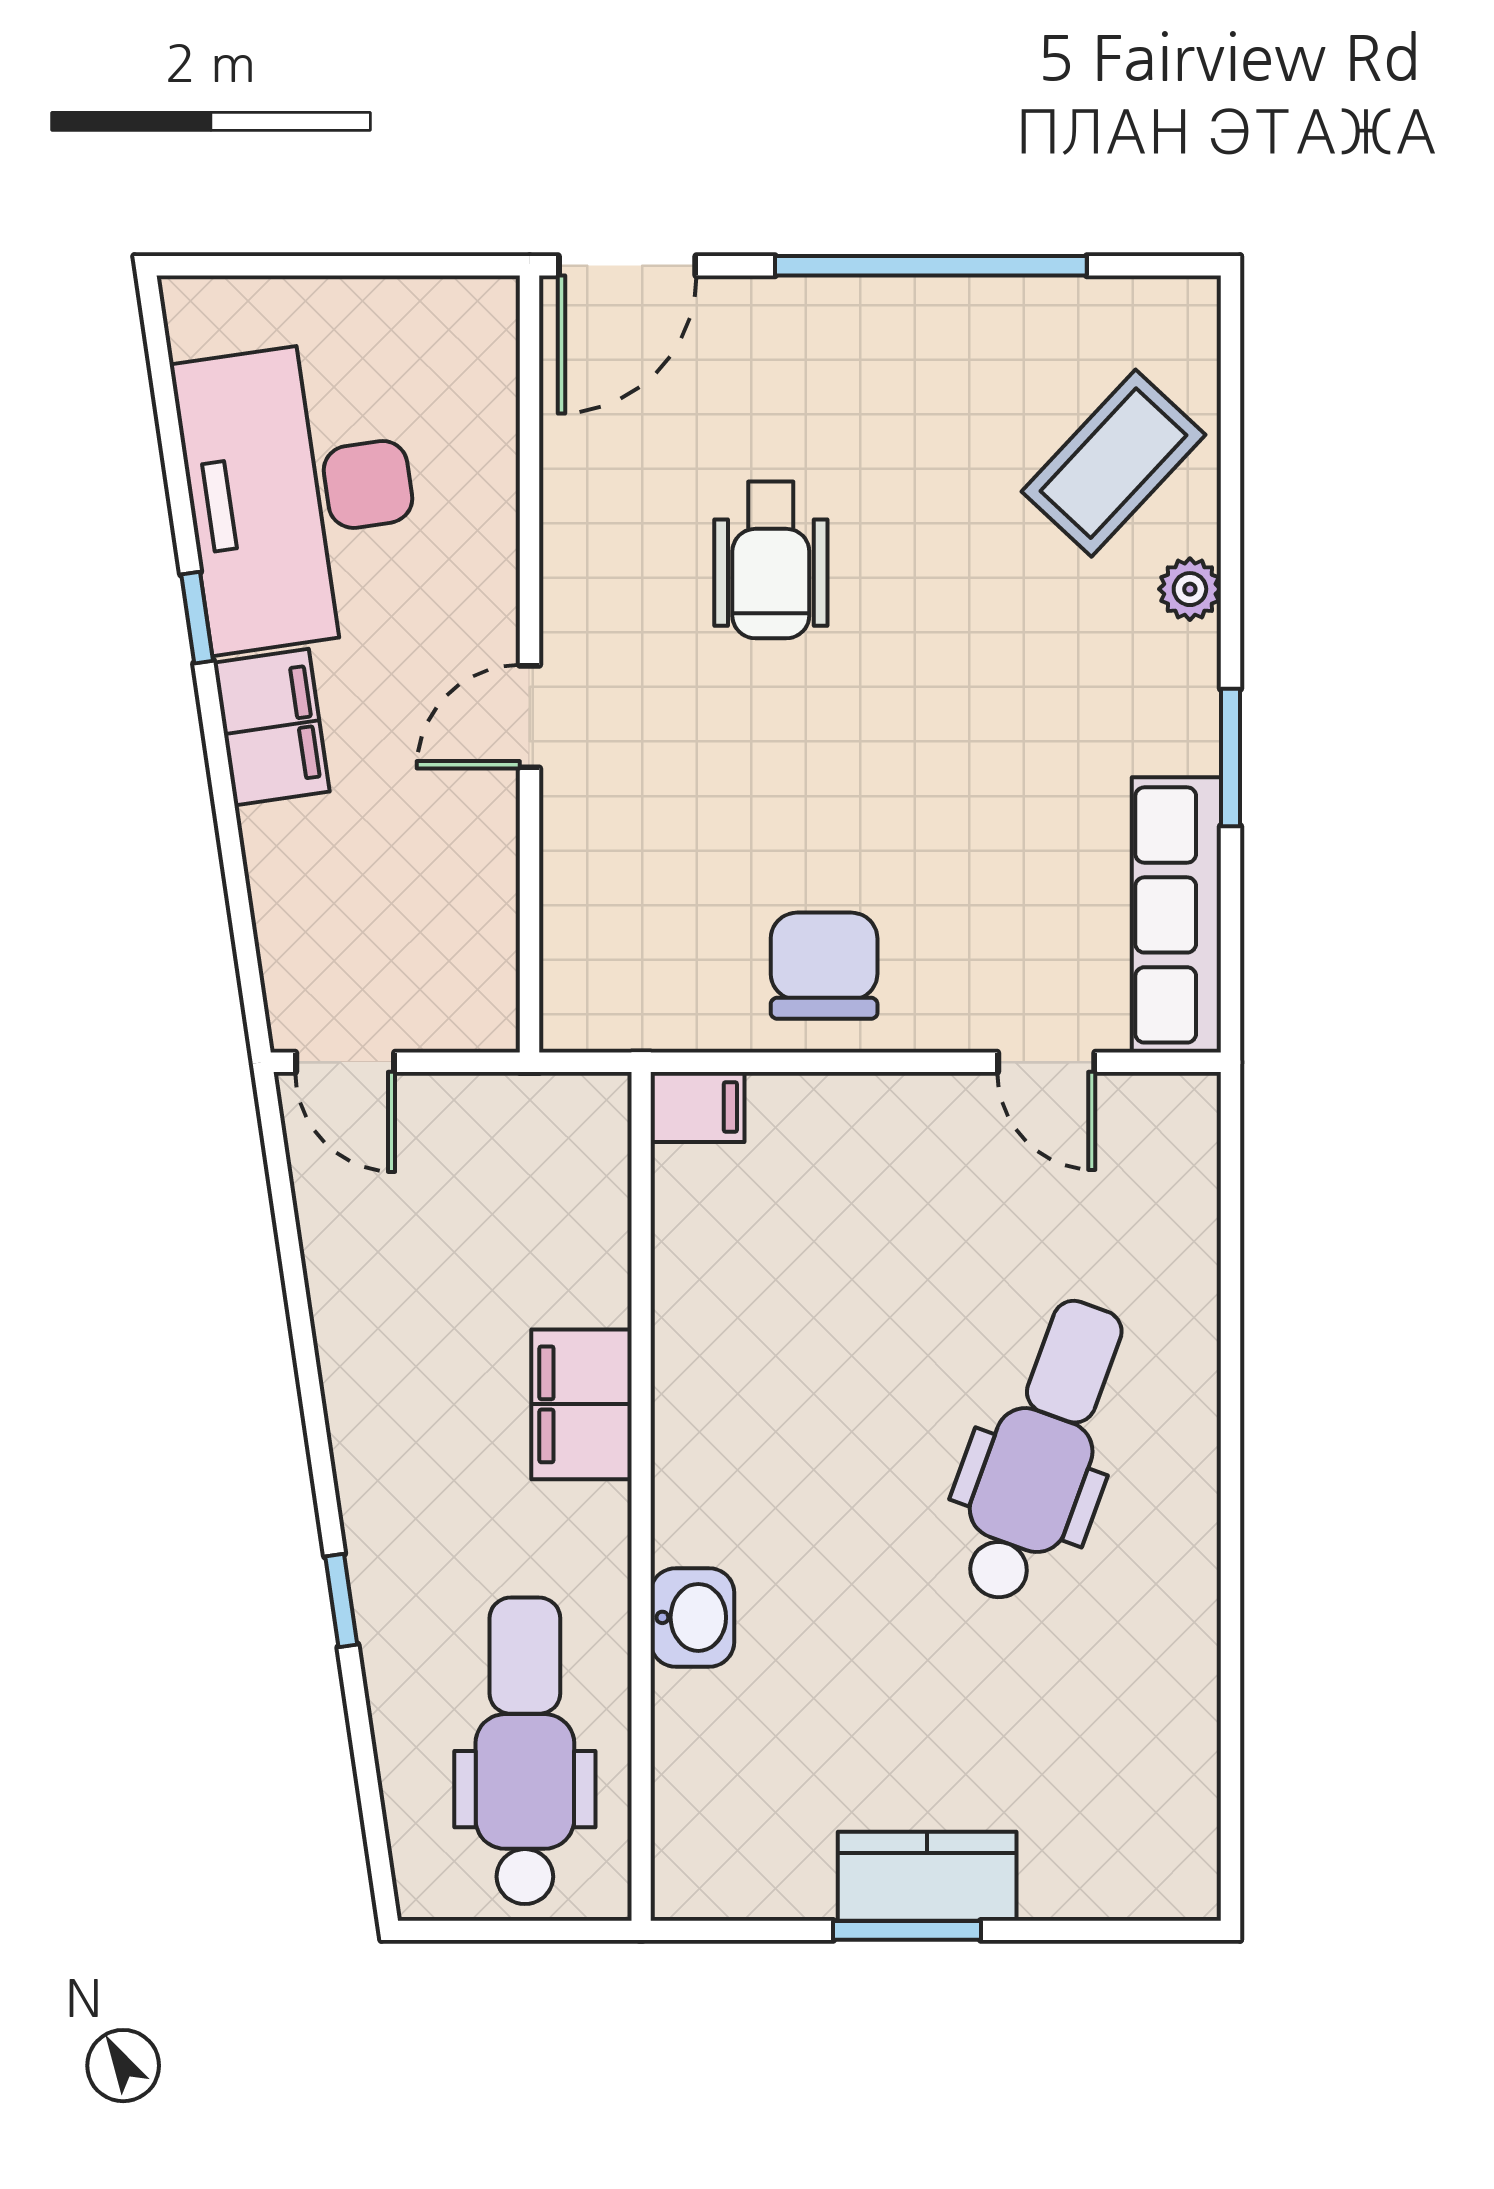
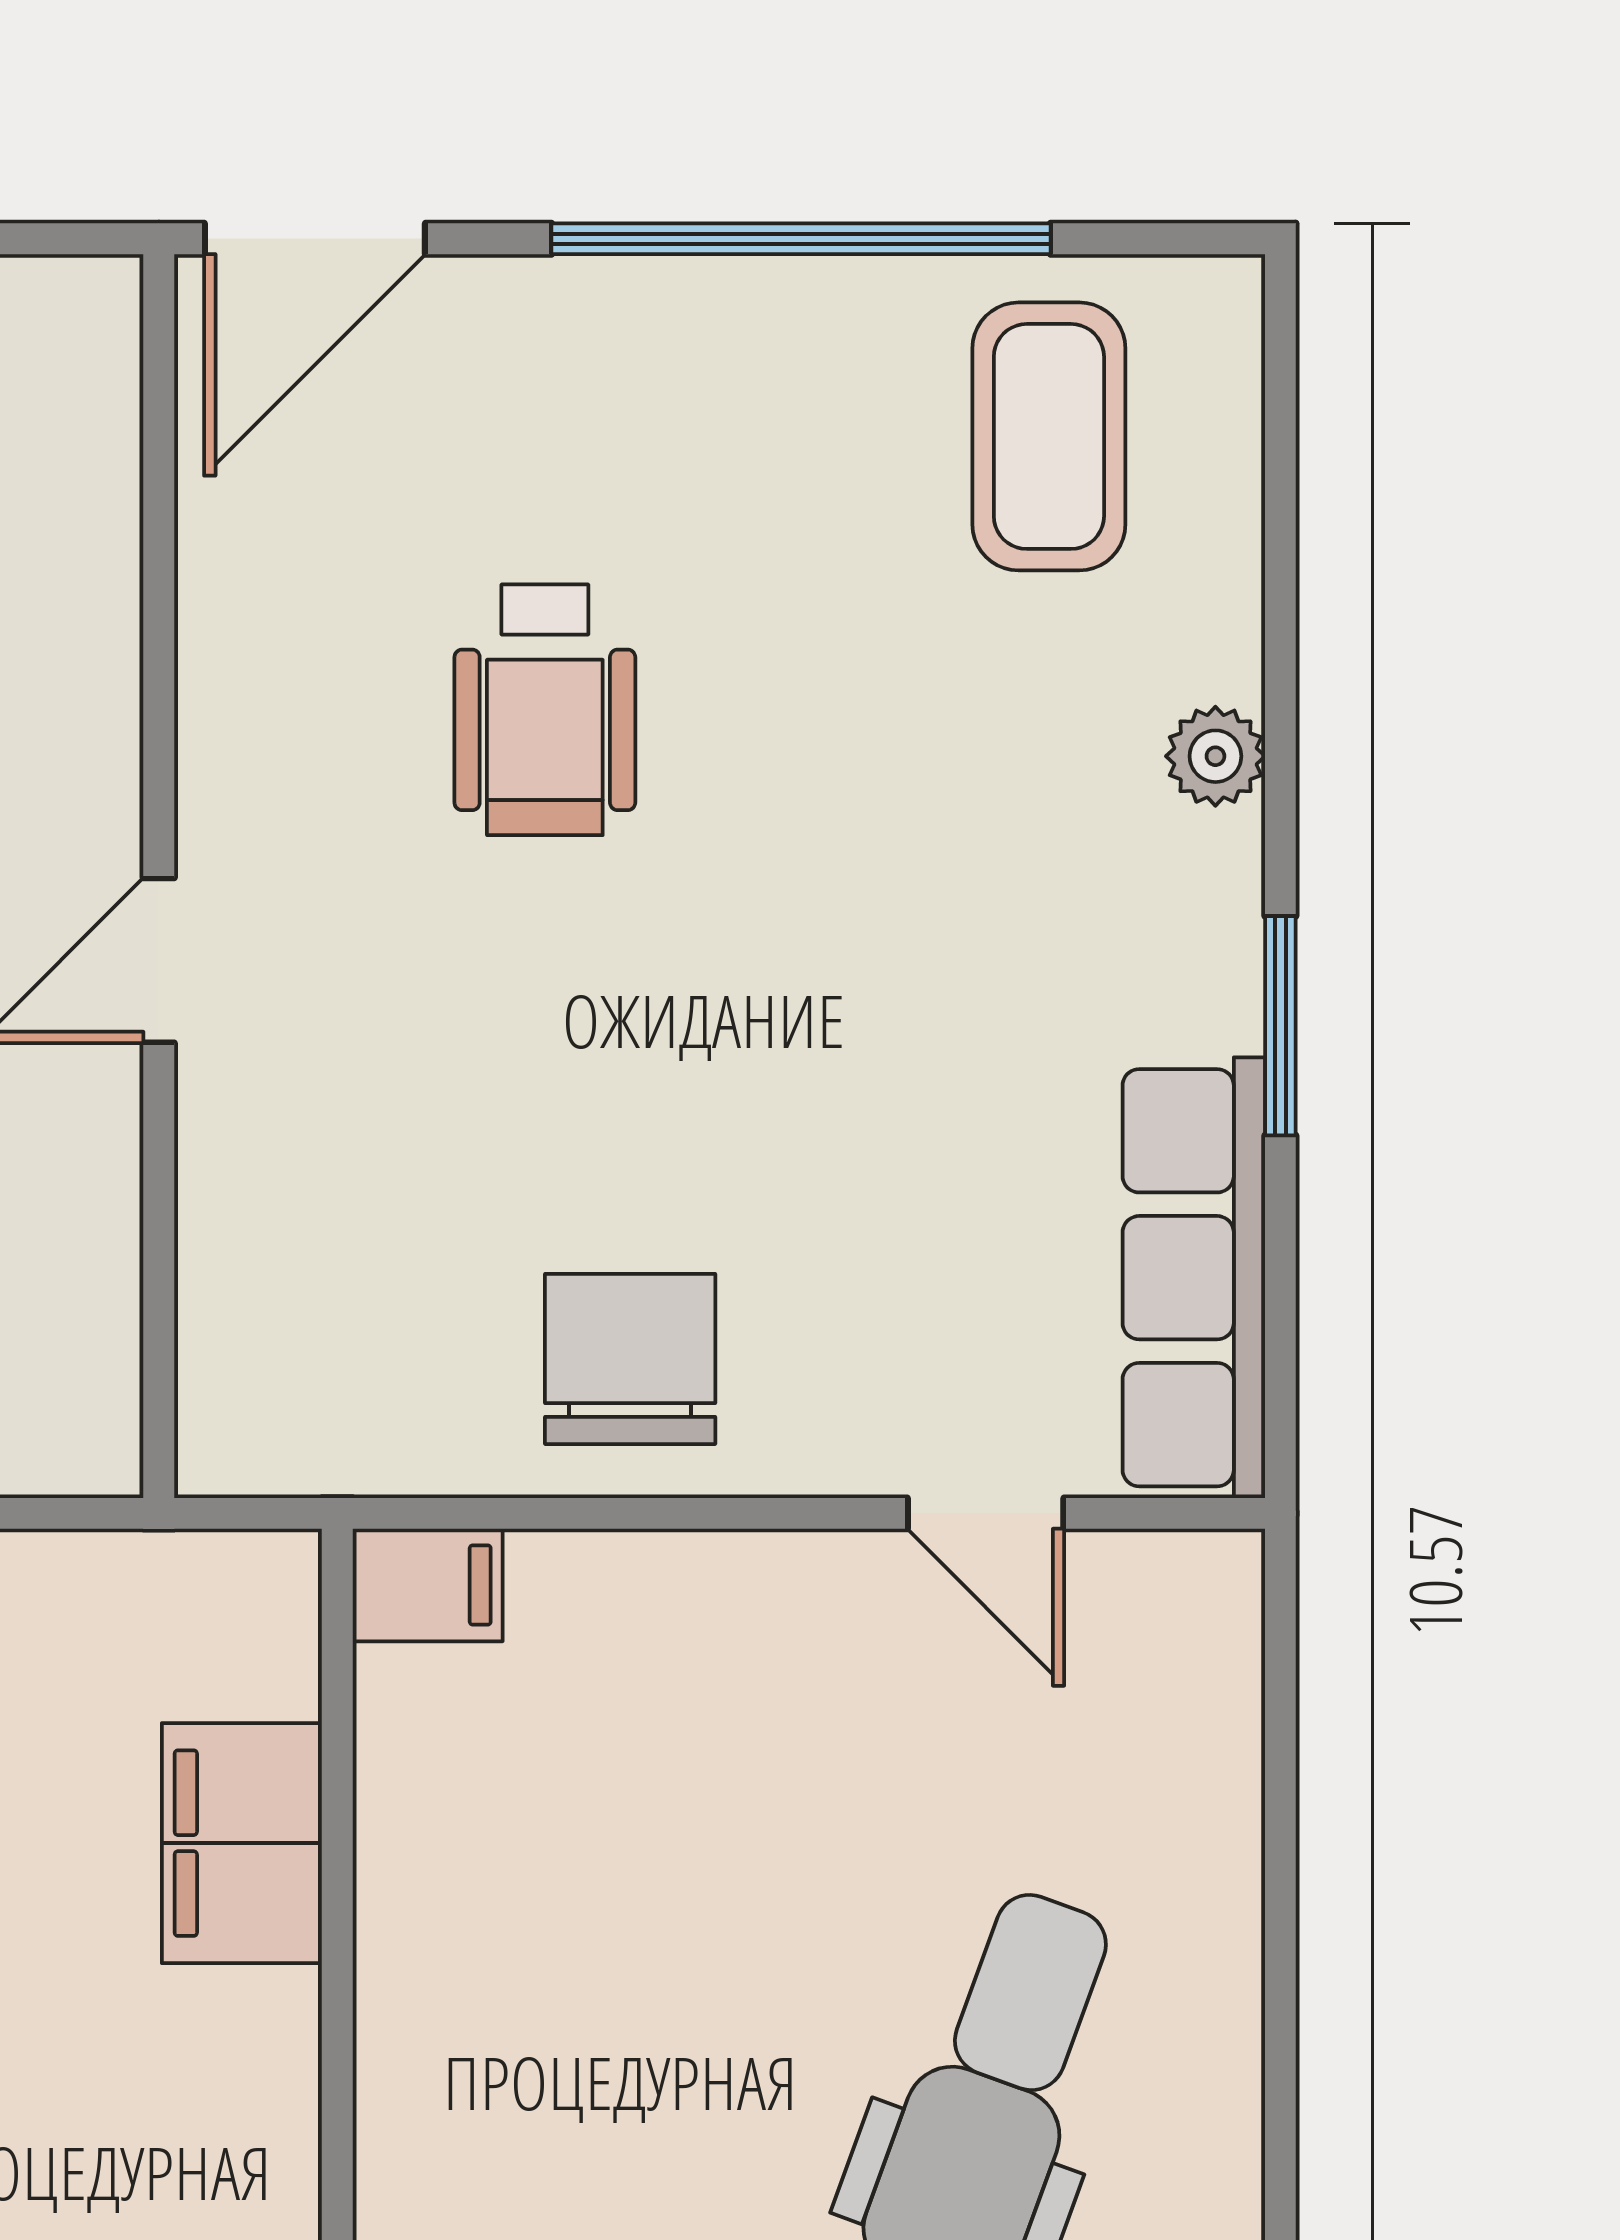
coffee table: (1113, 463) -> (1049, 436), moved, turned -43
filing cabinet: (581, 1404) -> (242, 1843), moved

